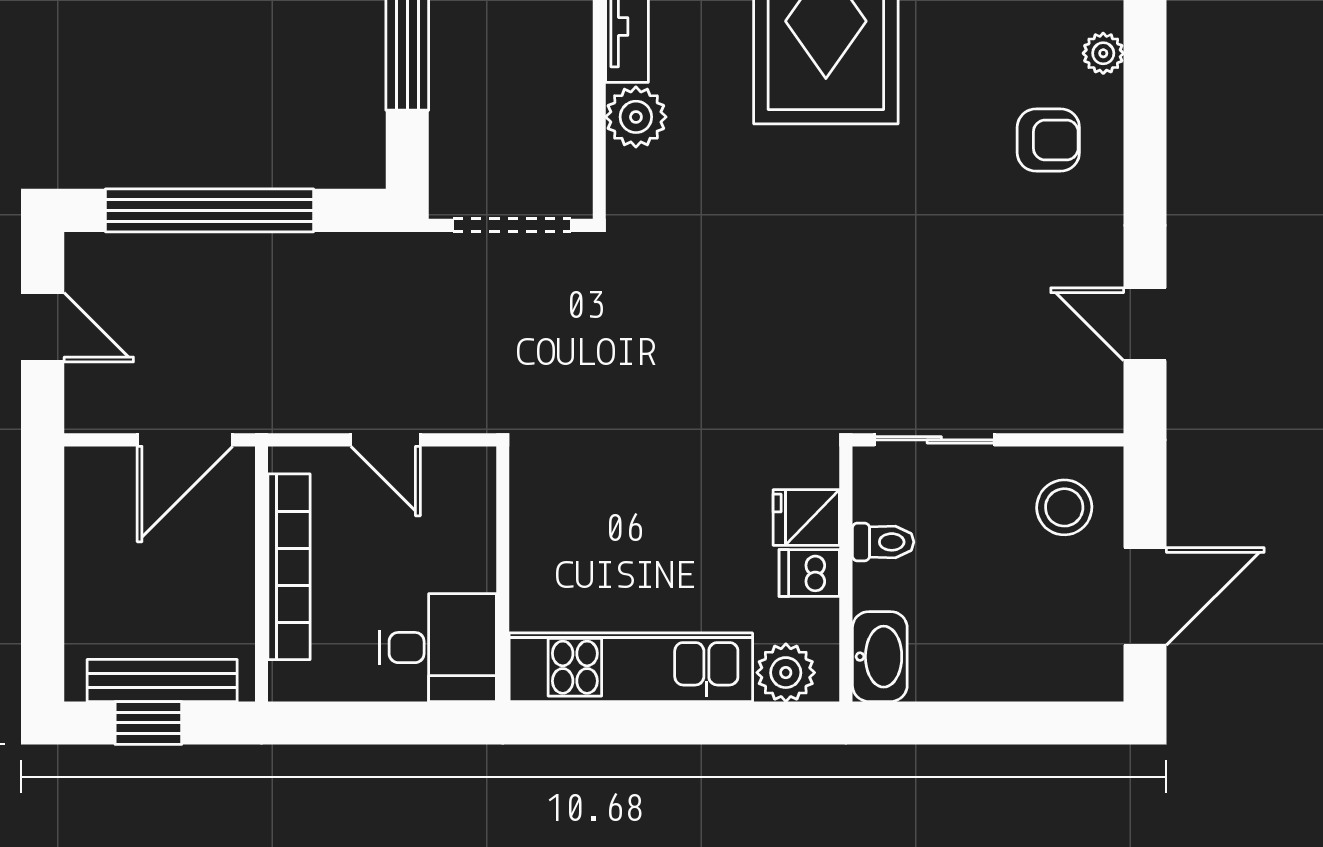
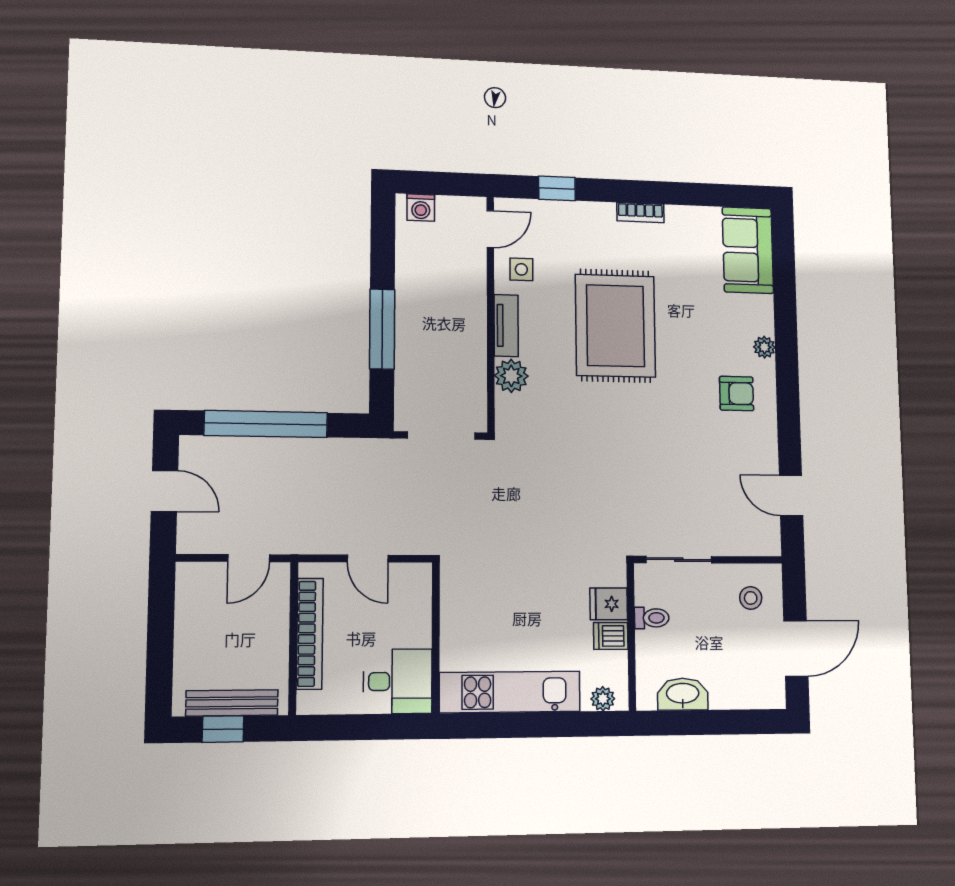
door: (185, 440) -> (249, 558), width x0.73
stool: (1064, 507) -> (751, 598), width x0.73, depth x0.73
washbasin: (880, 657) -> (683, 694), moved, turned -90
plant: (786, 673) -> (603, 699), width x0.73, depth x0.73

